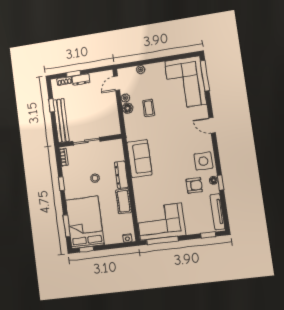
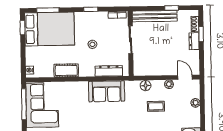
floor lamp: (128, 108) -> (146, 85), moved
dresser: (121, 175) -> (109, 71), moved

